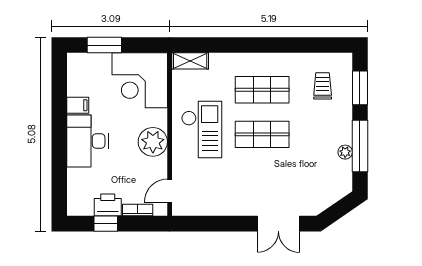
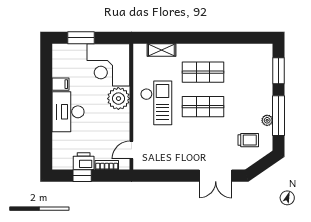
shelving: (190, 61) -> (161, 50), moved
trolley: (323, 86) -> (248, 140), moved, turned 90
plant: (153, 142) -> (118, 99), moved

